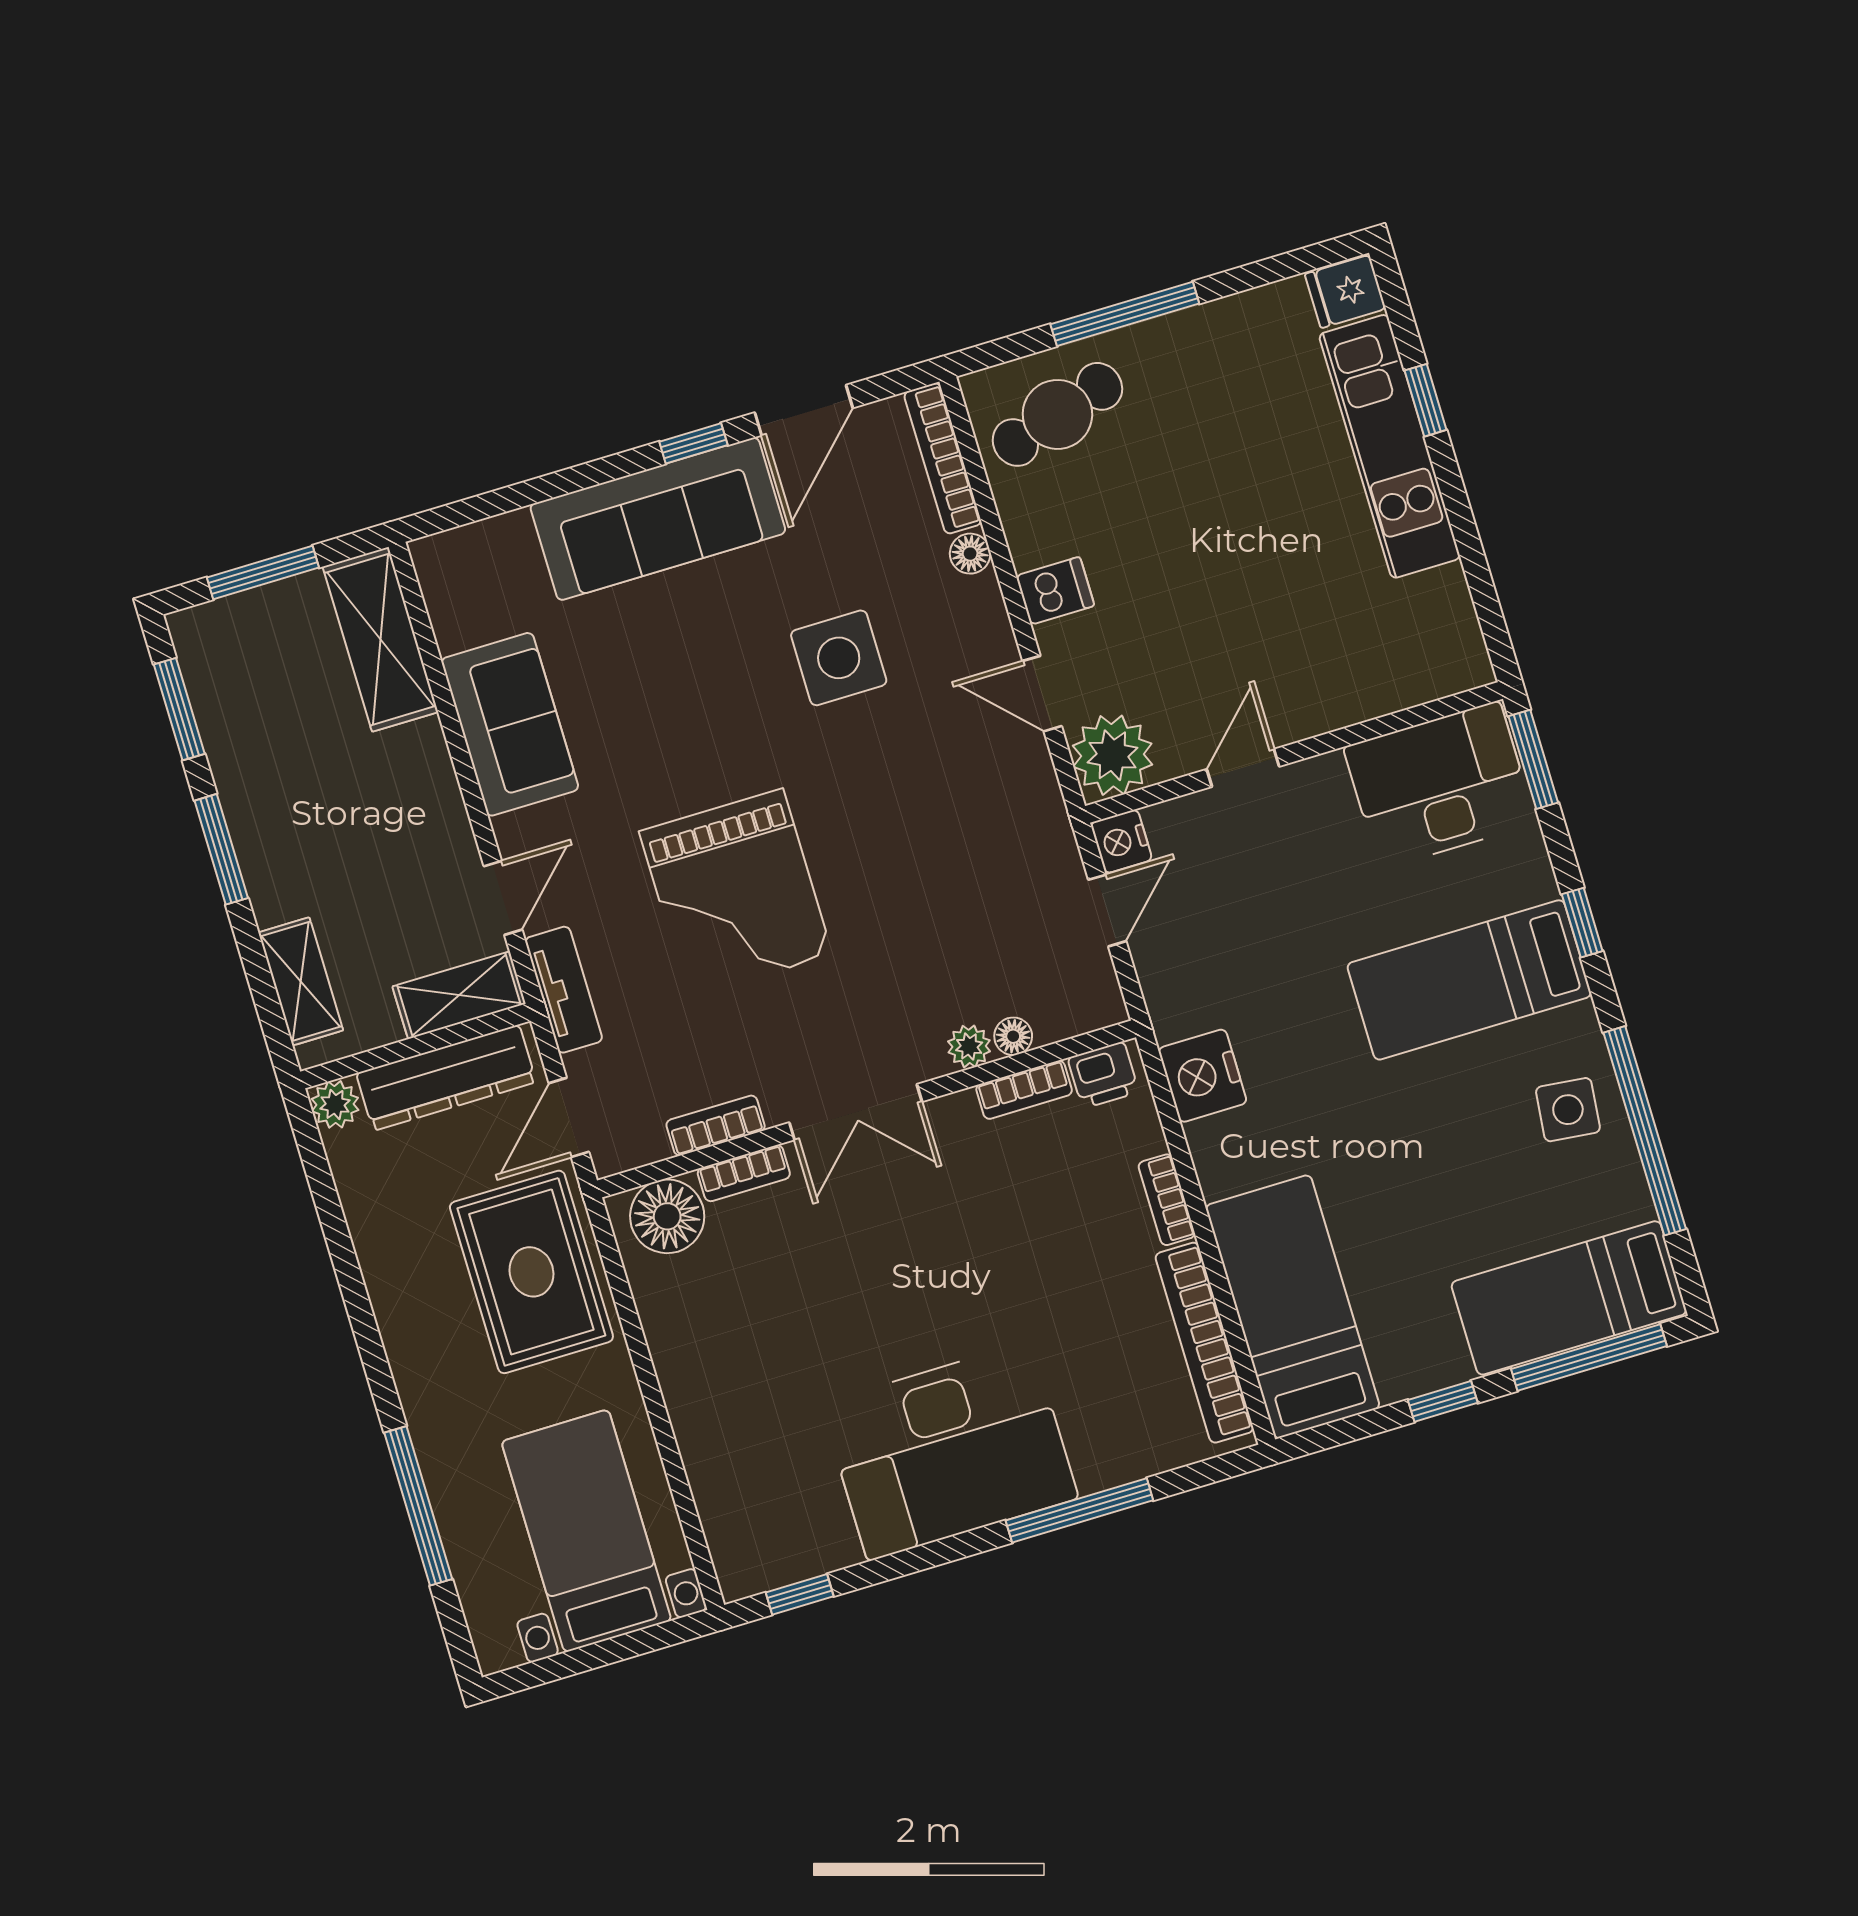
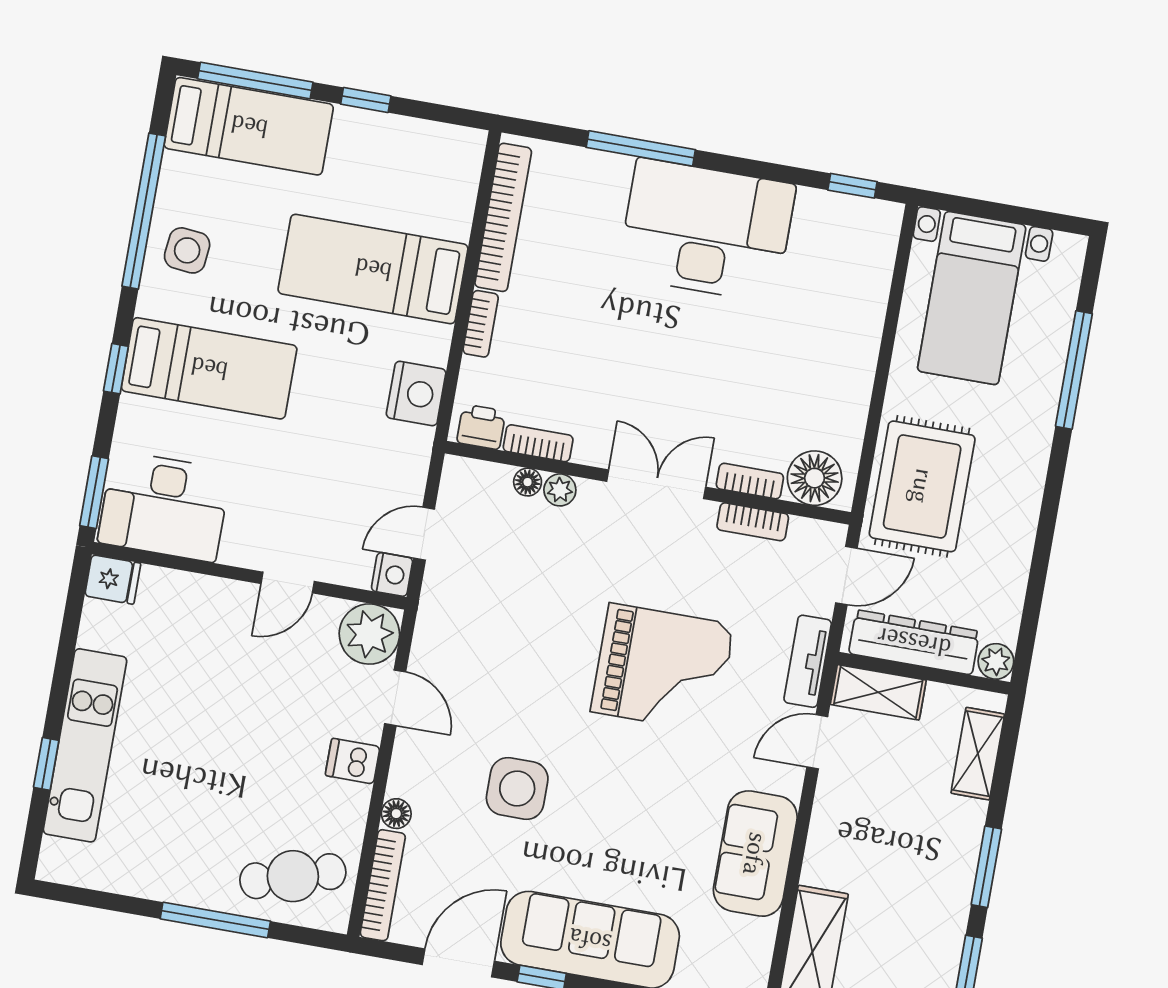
fridge: (1345, 291) -> (113, 579), moved
grand piano: (736, 893) -> (662, 668), turned 90
bed: (1293, 1307) -> (373, 269), moved, turned 90

